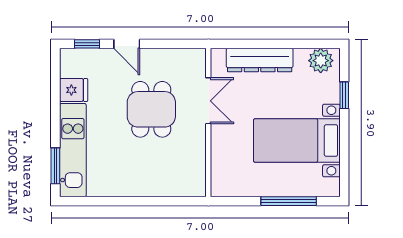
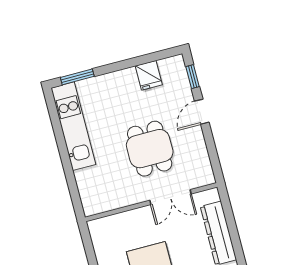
dining table: (151, 109) -> (150, 149), turned 90
kitchen unit: (73, 150) -> (73, 126), moved, turned -90

